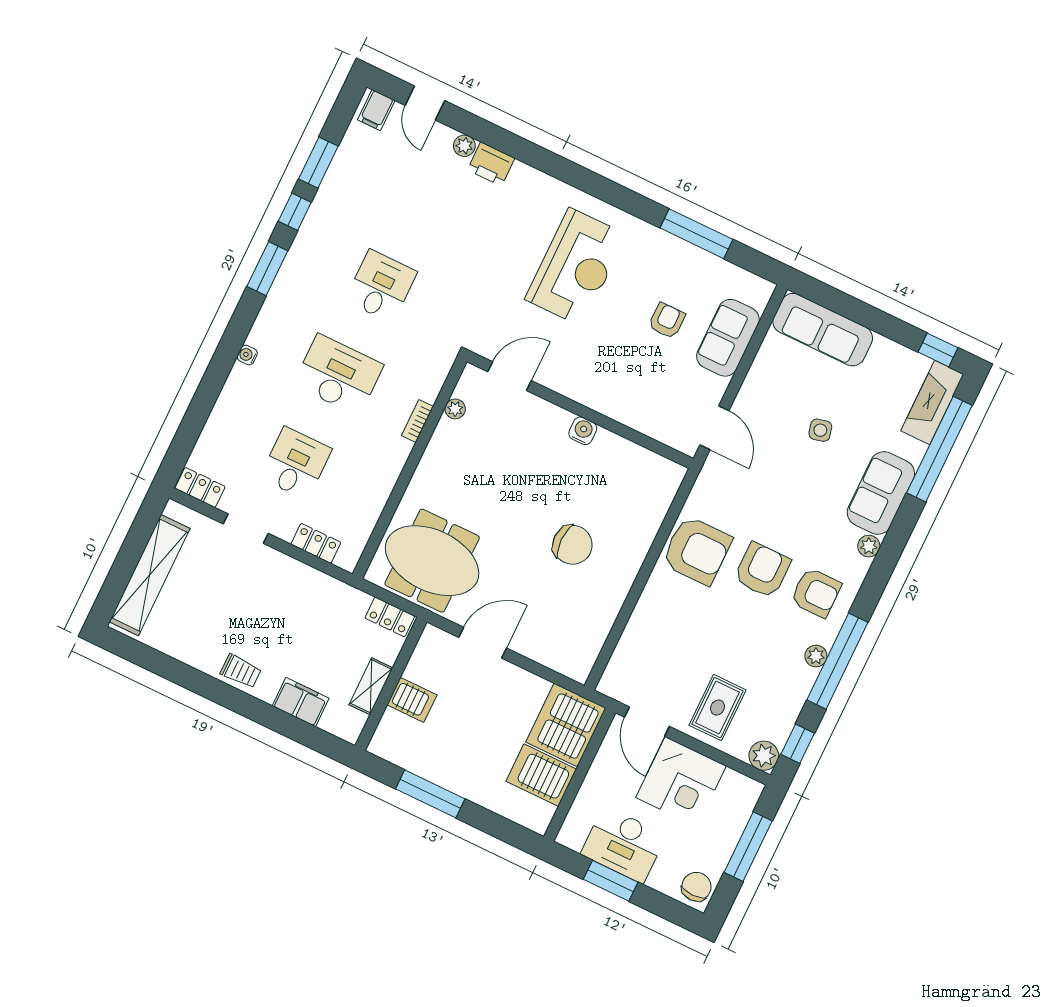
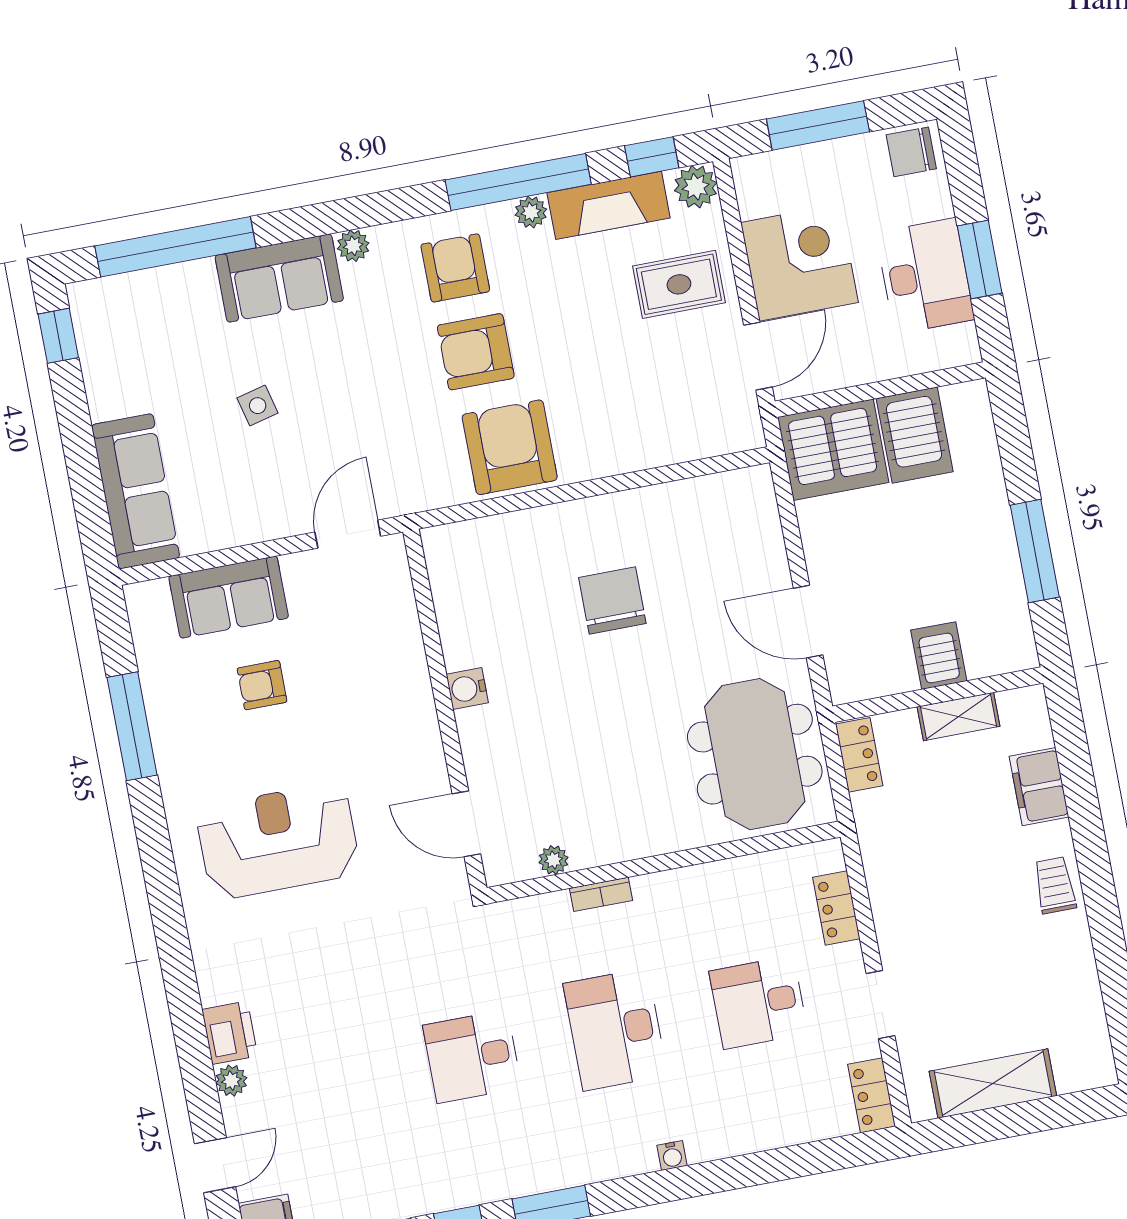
fireplace: (932, 402) -> (609, 205), moved
shelving: (150, 575) -> (993, 1084), width x0.68

